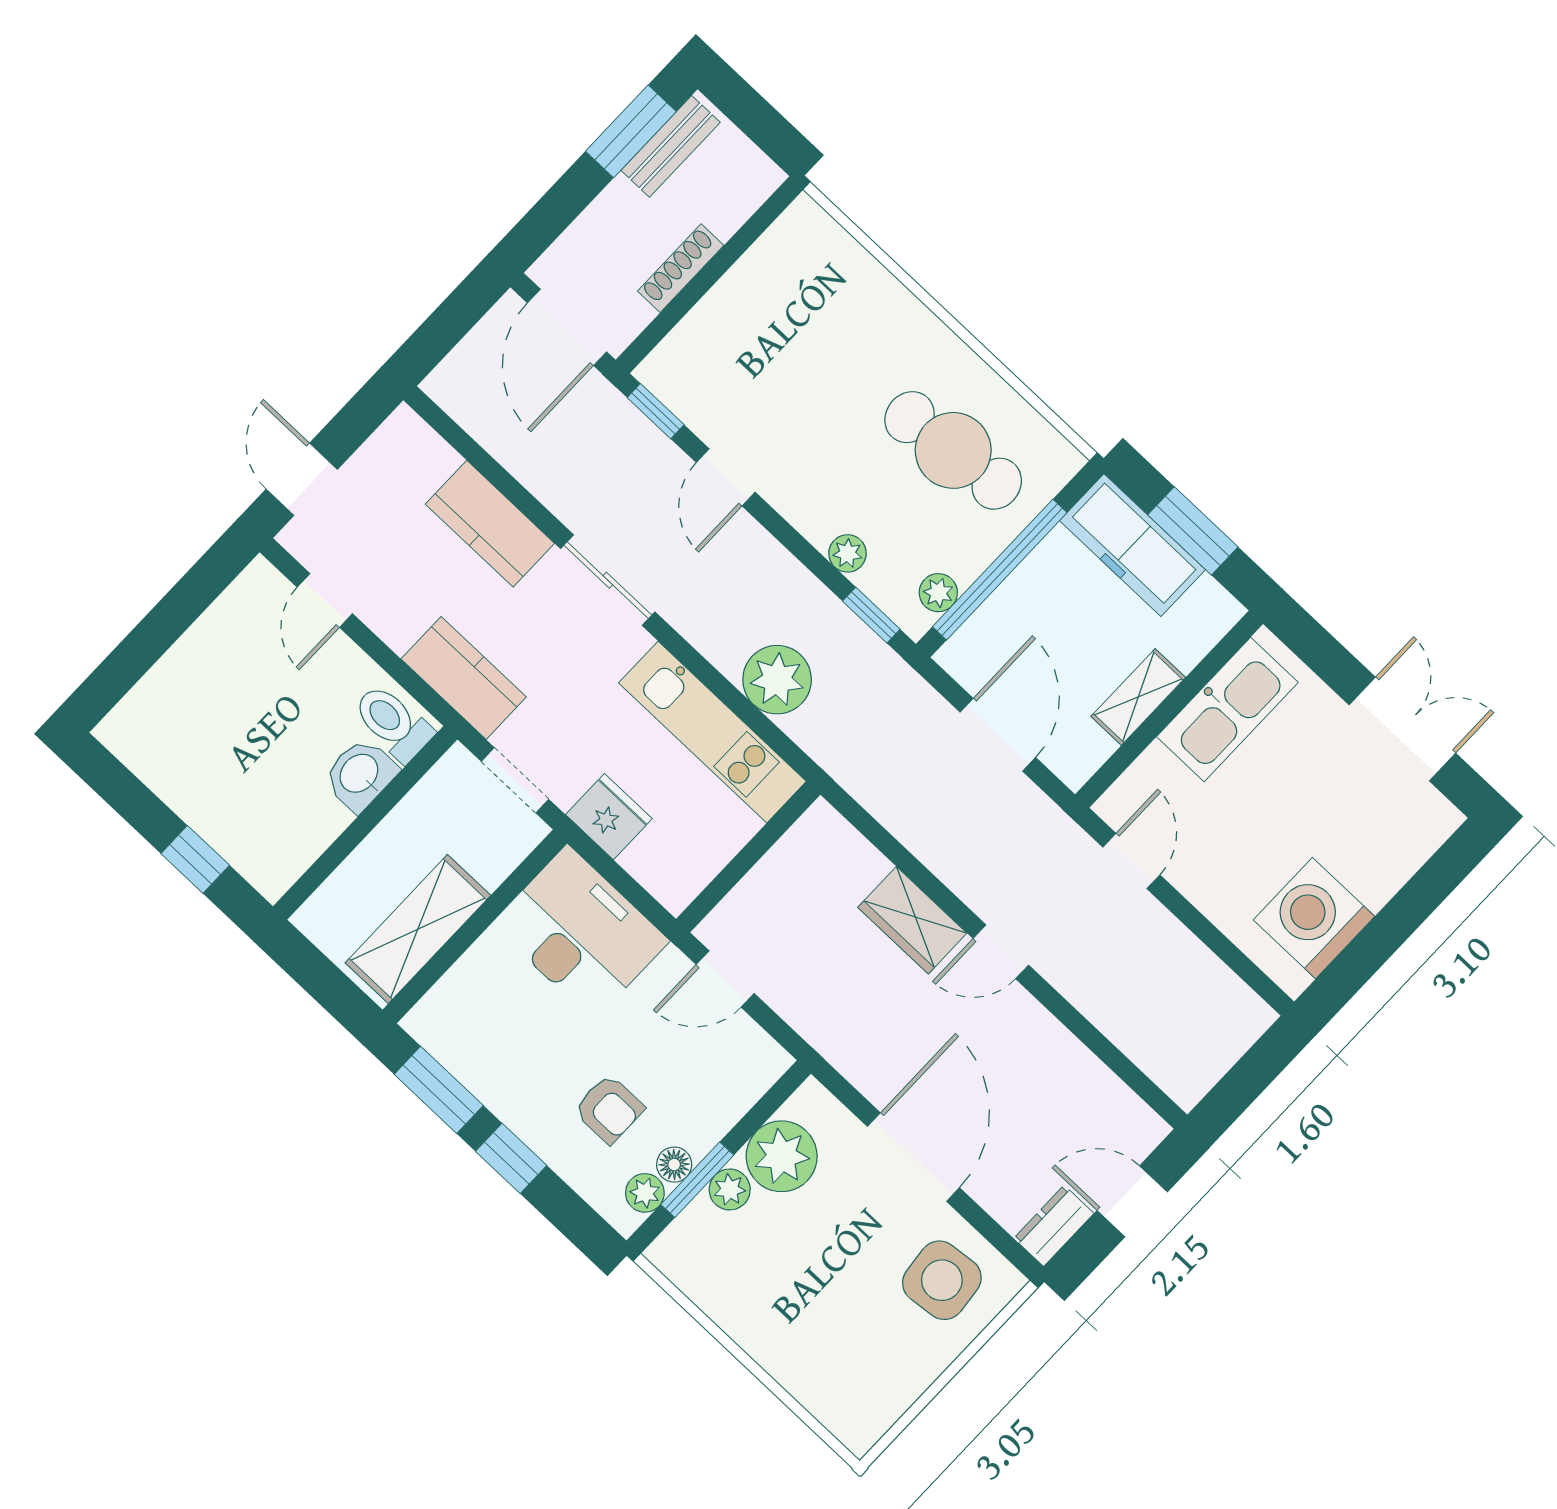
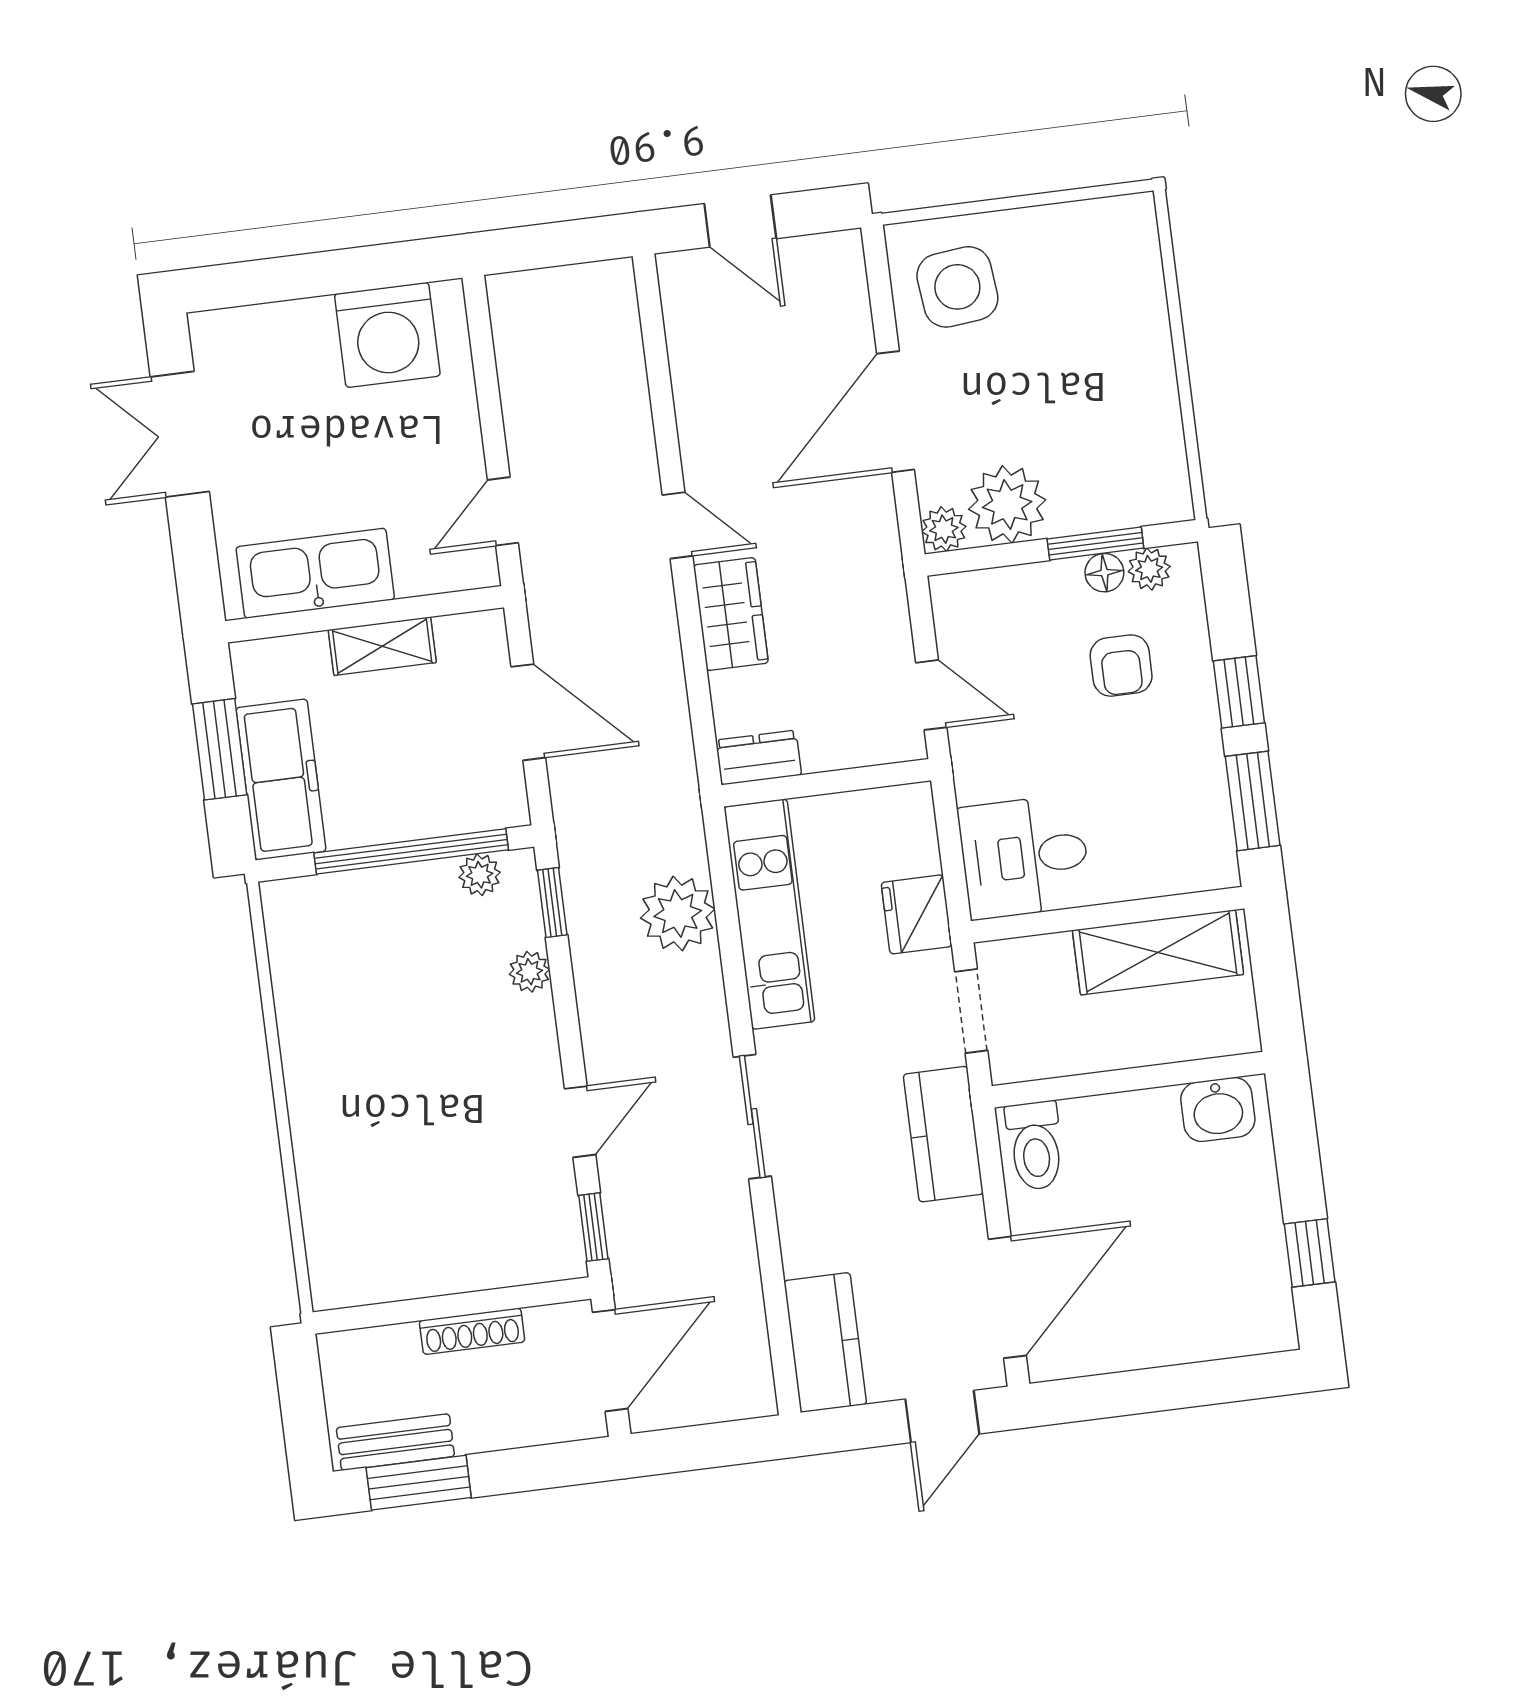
cafe table: (953, 450) -> (367, 986), removed
kitchen counter: (490, 524) -> (825, 1342), moved
door: (325, 600) -> (1007, 1297), width x1.87
door: (998, 735) -> (528, 712), swing flipped
washbasin: (360, 774) -> (1218, 1109), moved
window: (195, 859) -> (1310, 1253), moved
desk: (580, 932) -> (1025, 857), width x0.73
armchair: (609, 1109) -> (1121, 666), turned 180
plant: (730, 1189) -> (944, 529), moved
dresser: (1054, 1226) -> (759, 758), moved, turned 180

